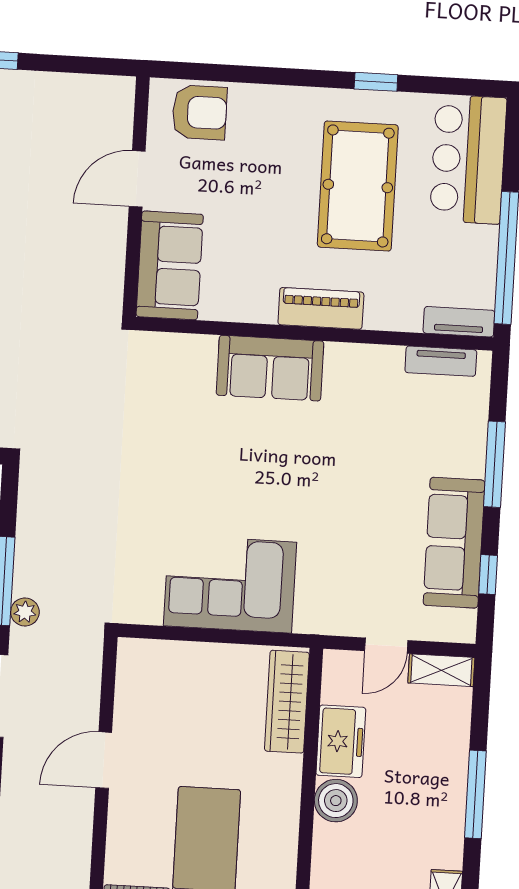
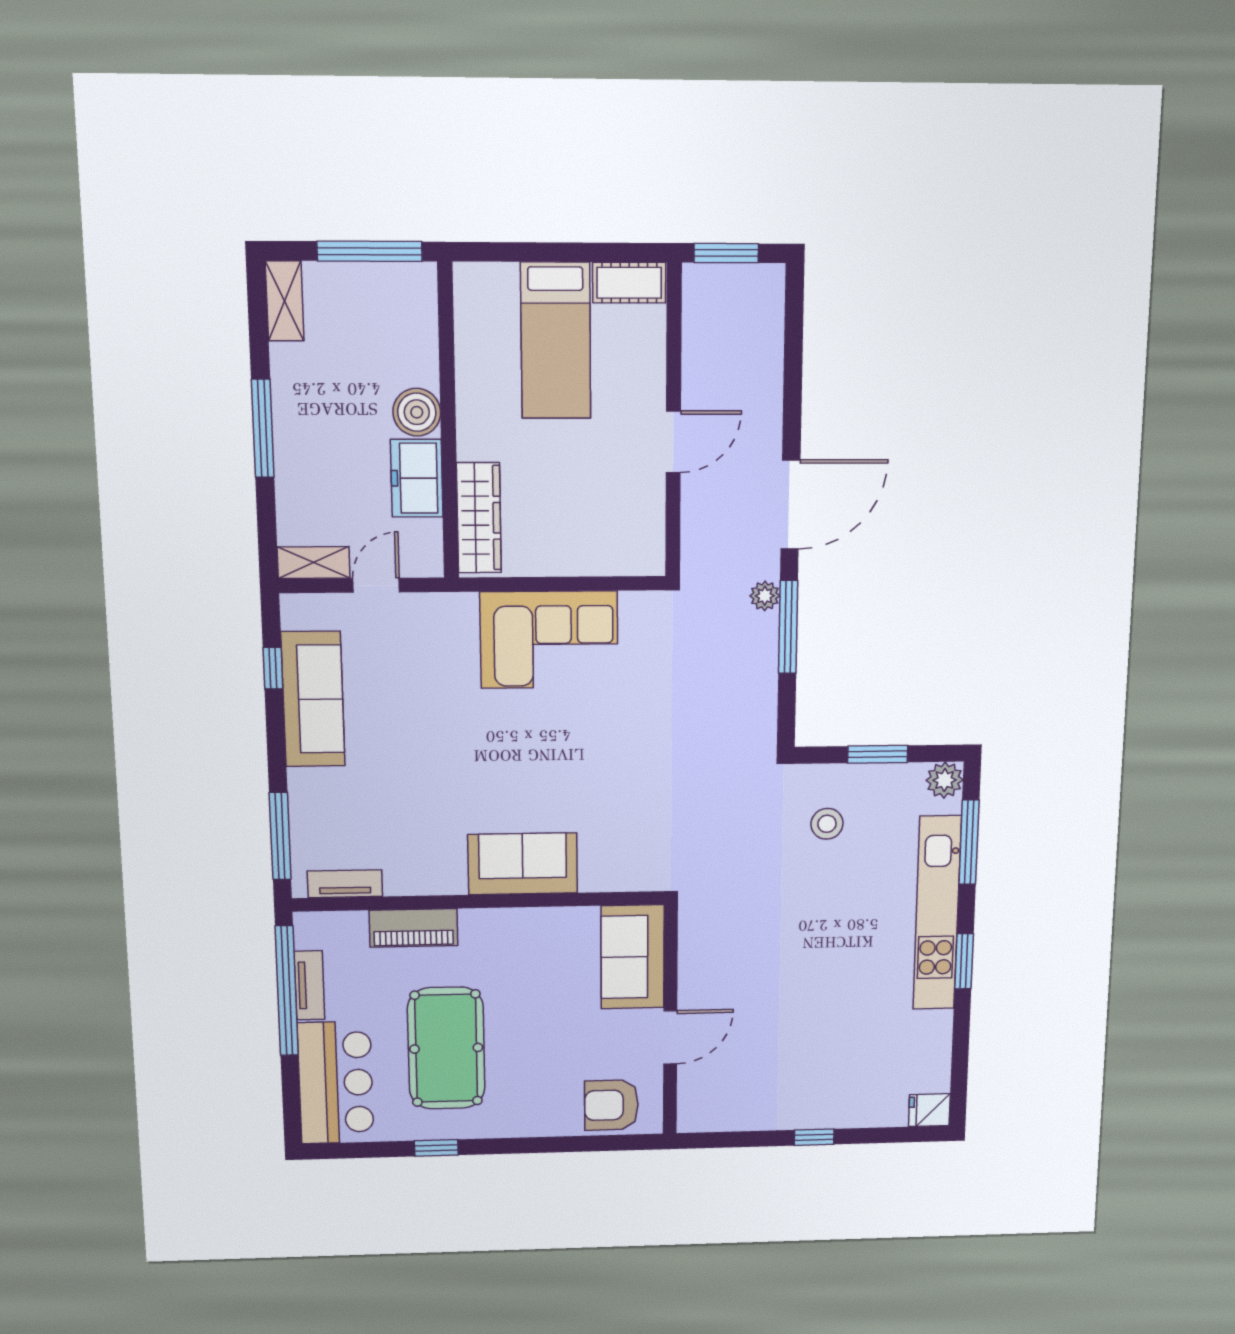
piano: (321, 308) -> (413, 928), moved
tv unit: (459, 322) -> (309, 985), moved, turned -90
window: (494, 464) -> (280, 836), moved

